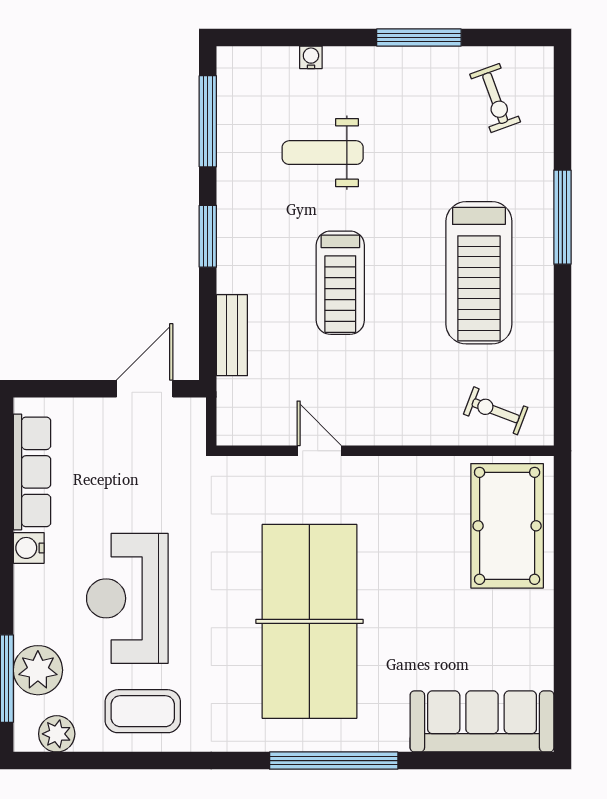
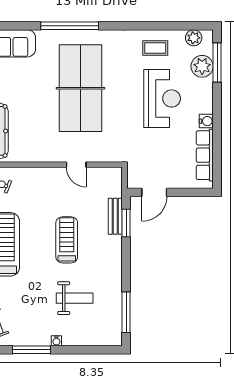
water cooler: (311, 57) -> (56, 341), moved
window: (208, 236) -> (126, 223), moved
coffee table: (143, 711) -> (155, 48), width x0.73, depth x0.77

